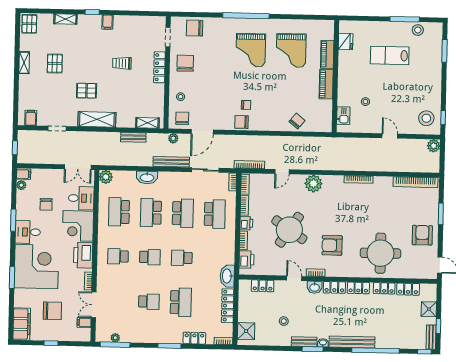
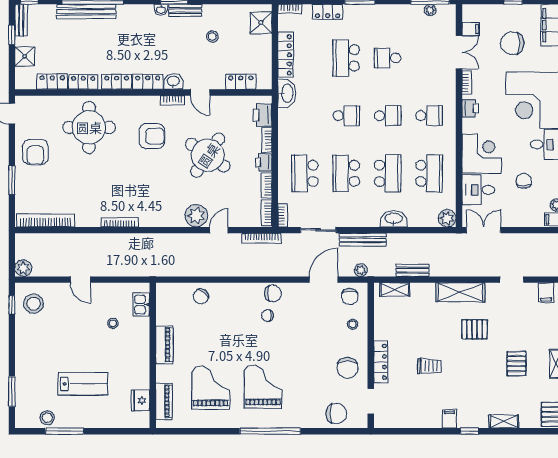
piano: (327, 54) -> (164, 401), moved
plant: (313, 184) -> (196, 216), moved
printer: (83, 255) -> (470, 108), width x0.53, depth x0.68
school desk: (150, 257) -> (388, 116), turned 180
bench: (352, 342) -> (86, 12), moved

